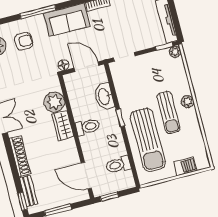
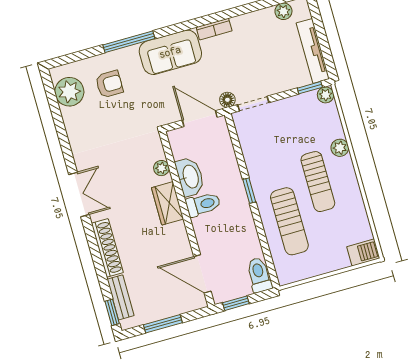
floor lamp: (63, 65) -> (227, 100), moved
washbasin: (104, 96) -> (190, 177), moved, turned 180
plant: (54, 102) -> (161, 168), width x0.53, depth x0.53
plant: (188, 102) -> (340, 148), moved
sun lounger: (148, 140) -> (289, 221), width x0.73, depth x0.75
toilet: (118, 165) -> (259, 275), moved, turned 90
barbecue: (185, 166) -> (363, 252), moved

